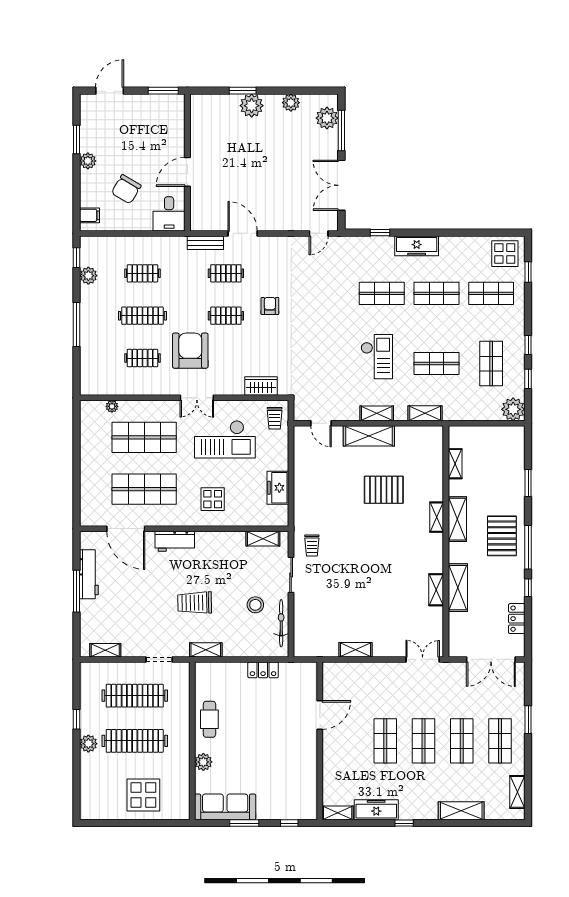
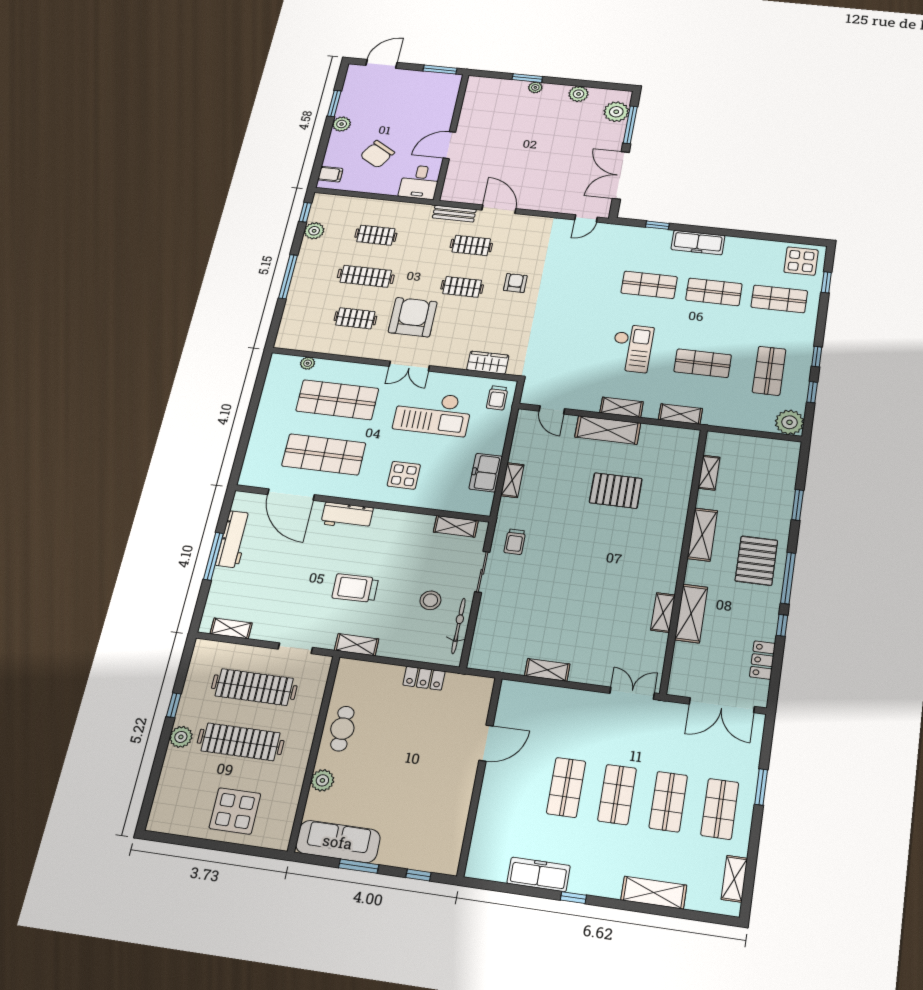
plant: (252, 106) -> (535, 87), width x0.53, depth x0.53
shelving: (437, 517) -> (512, 480), moved
shelving: (338, 813) -> (486, 871), removed

